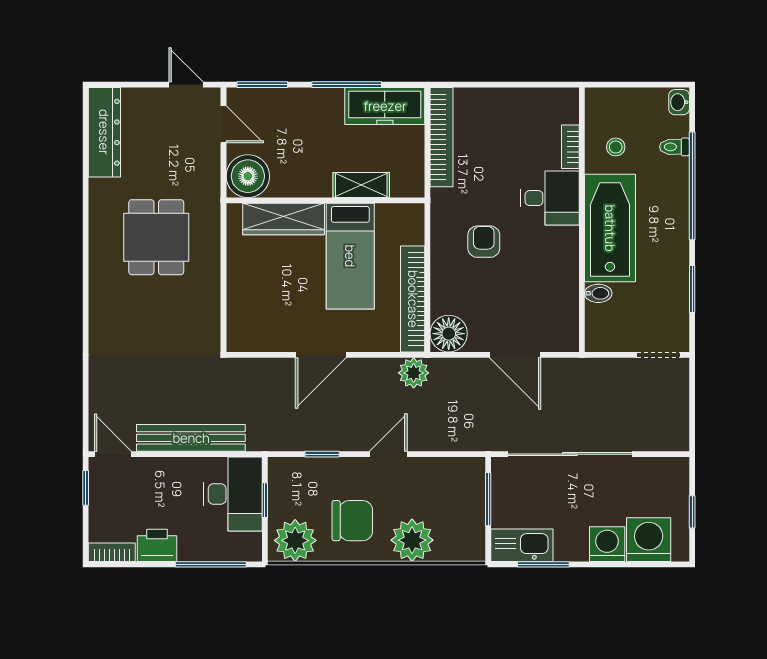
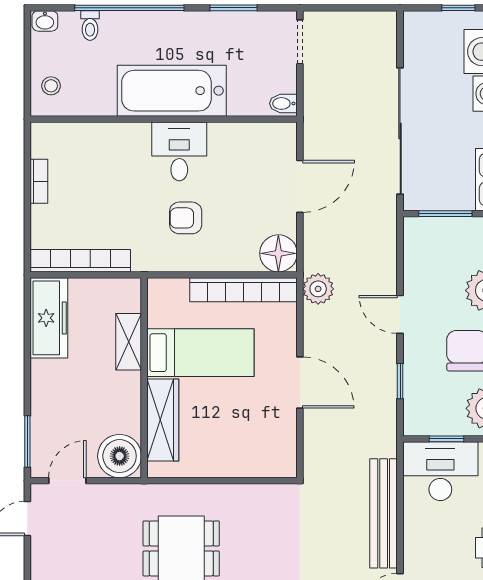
window: (347, 85) -> (27, 356), removed
bookcase: (570, 147) -> (39, 181), moved, turned -90
stool: (616, 147) -> (51, 86), moved
desk: (550, 198) -> (179, 151), moved
bidet: (598, 293) -> (283, 103), moved, turned -90

